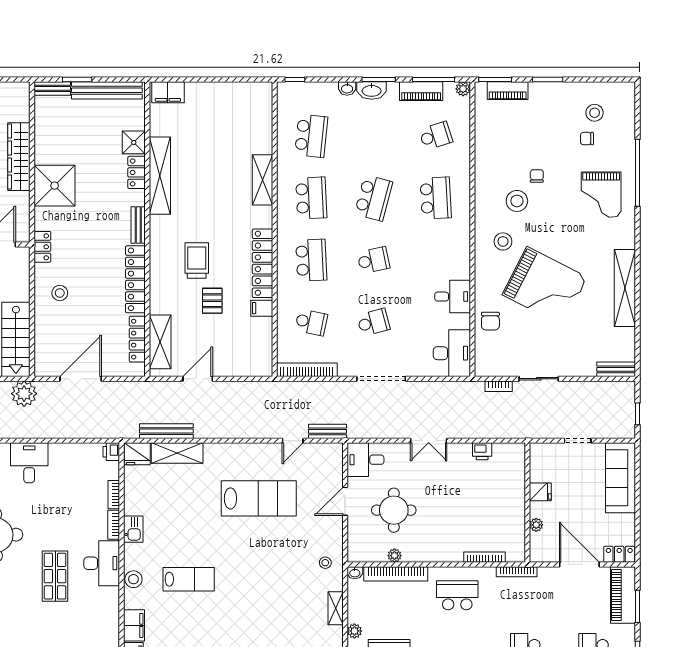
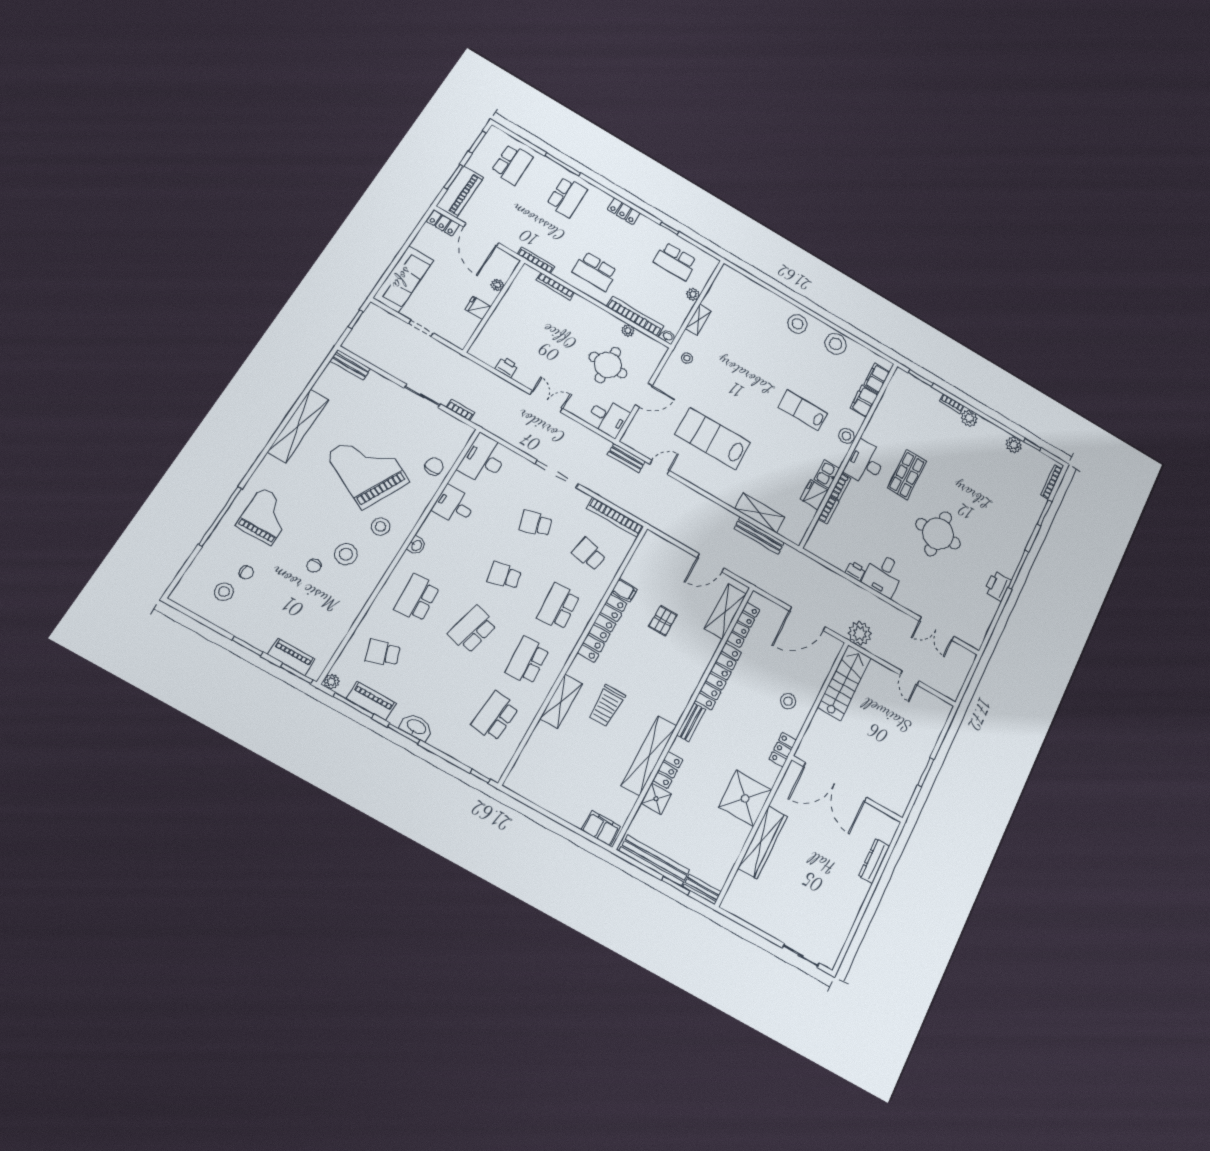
washbasin: (347, 88) -> (416, 545), moved, turned 90
trolley: (197, 260) -> (607, 706), moved
printer: (111, 452) -> (855, 571), moved, turned -90
fridge: (137, 454) -> (814, 495), moved, turned -90

